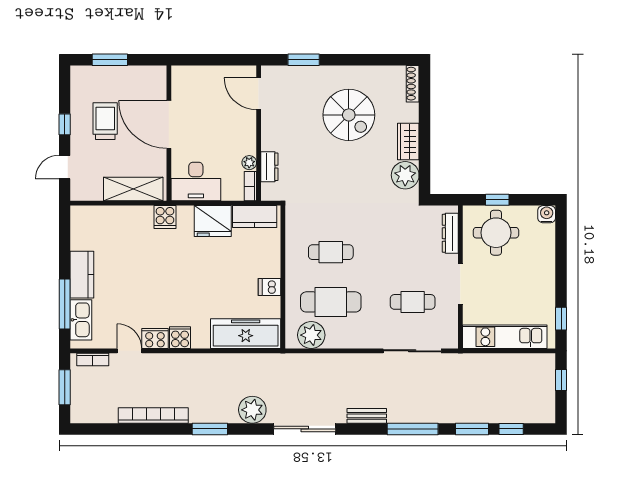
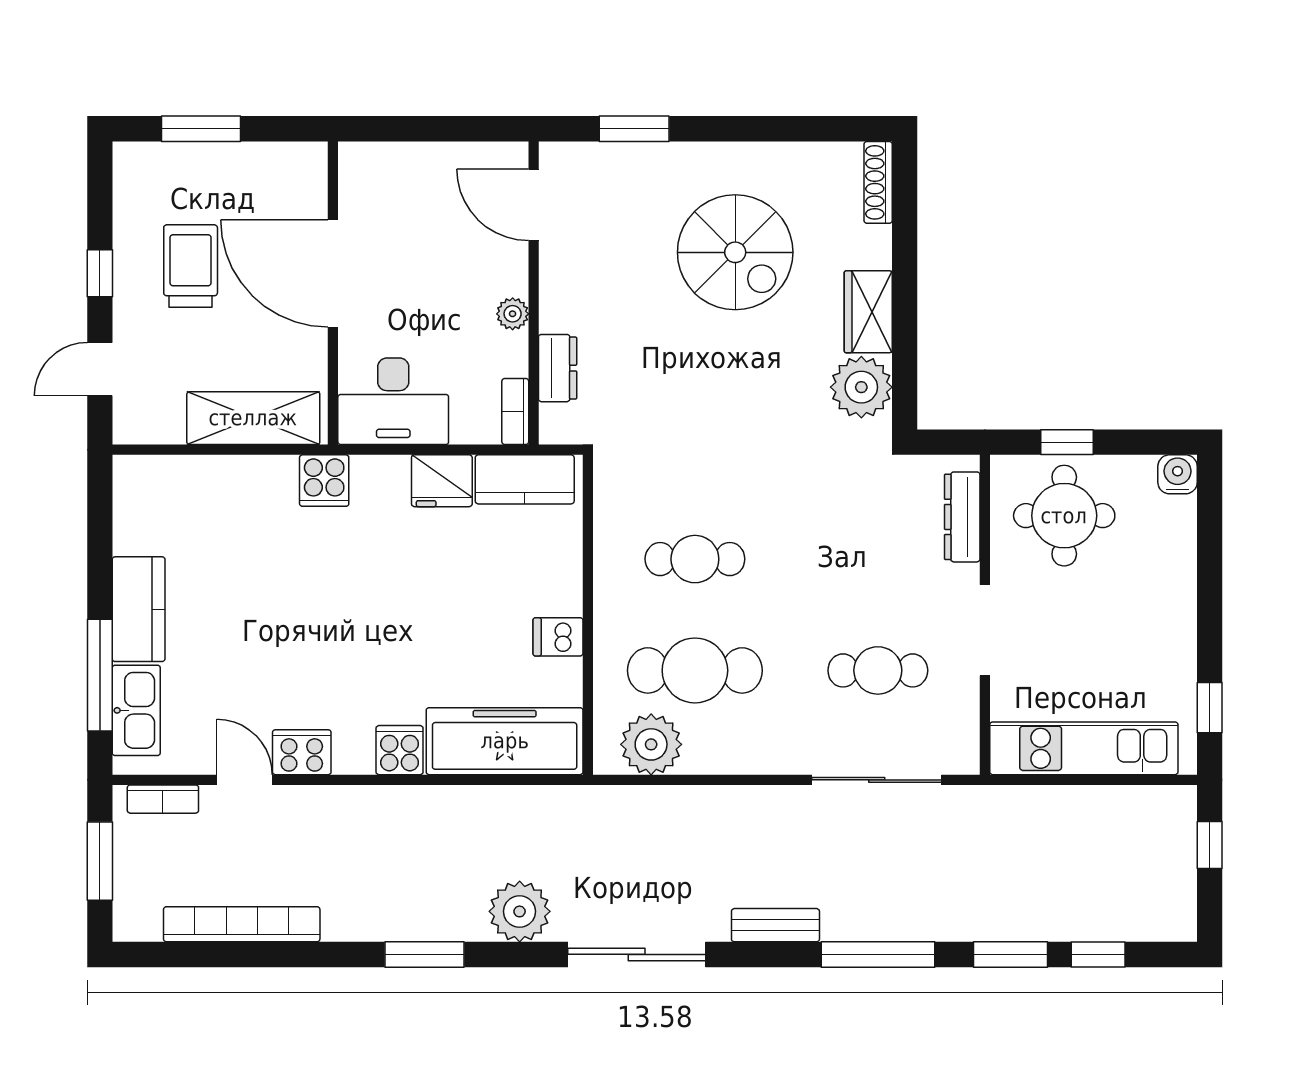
plant: (249, 163) -> (513, 314), moved
fridge: (213, 221) -> (442, 481), width x0.73, depth x0.75
cooker: (180, 338) -> (400, 750), moved
bookcase: (153, 415) -> (242, 924), moved

